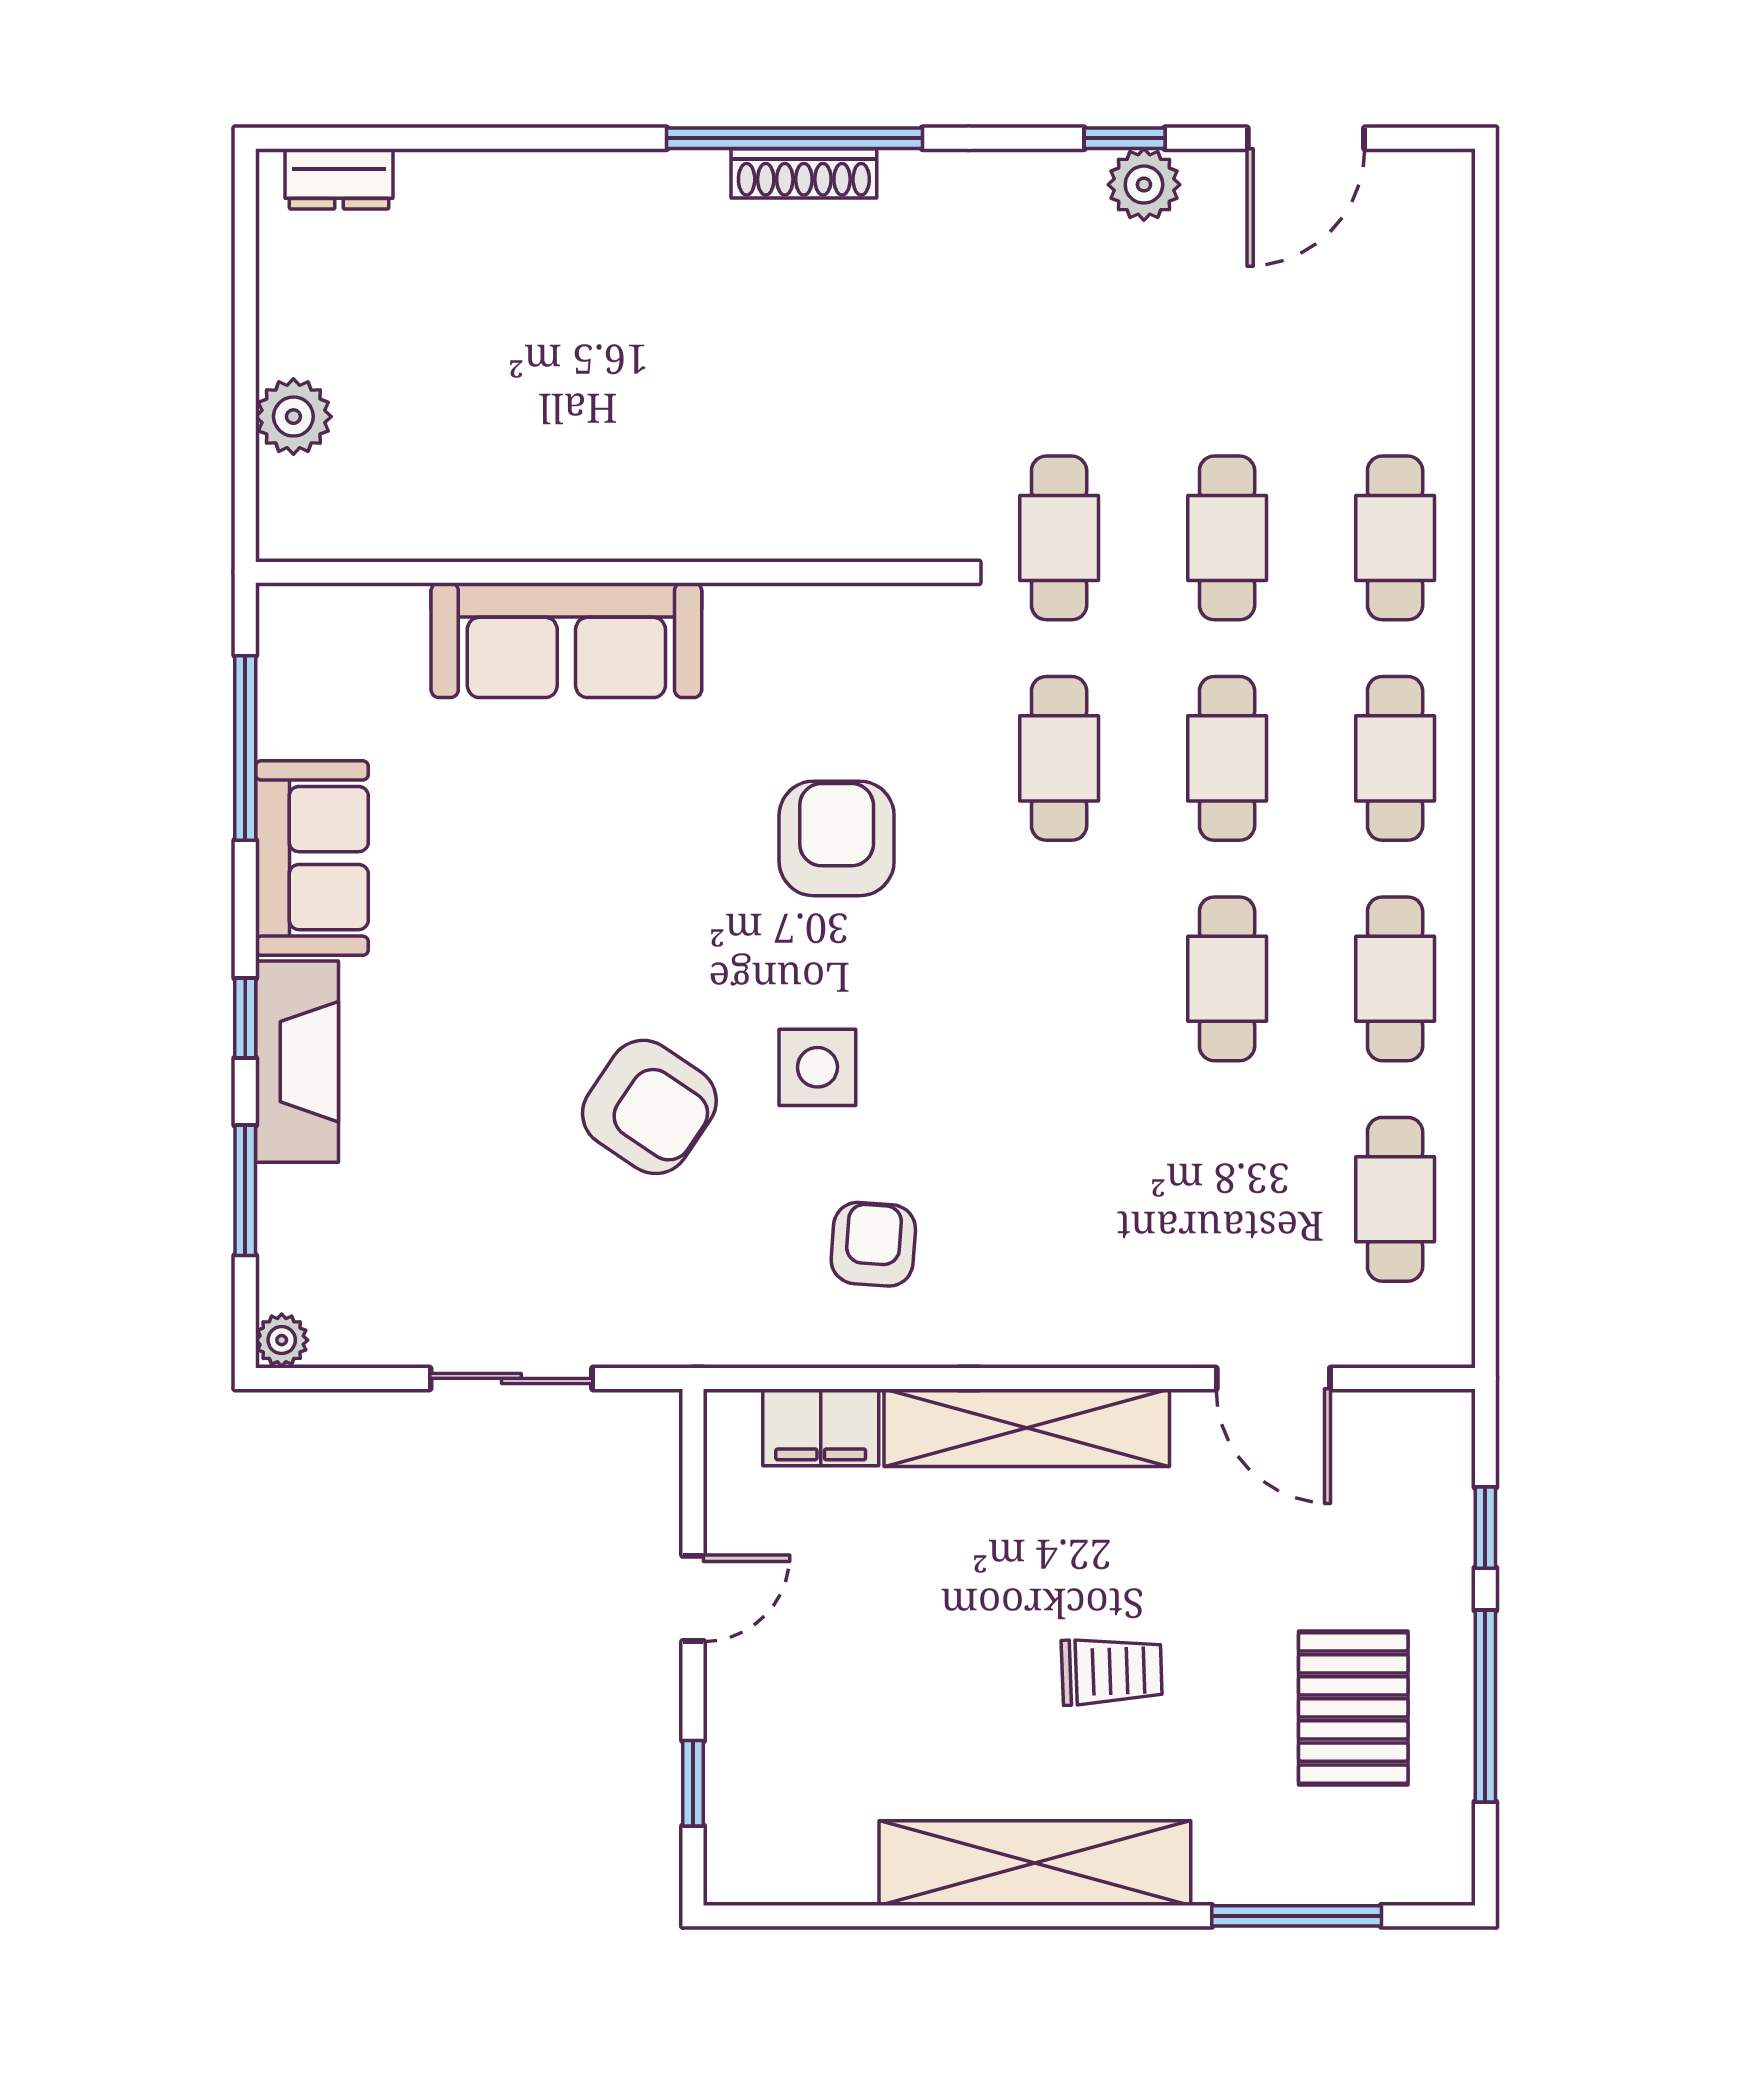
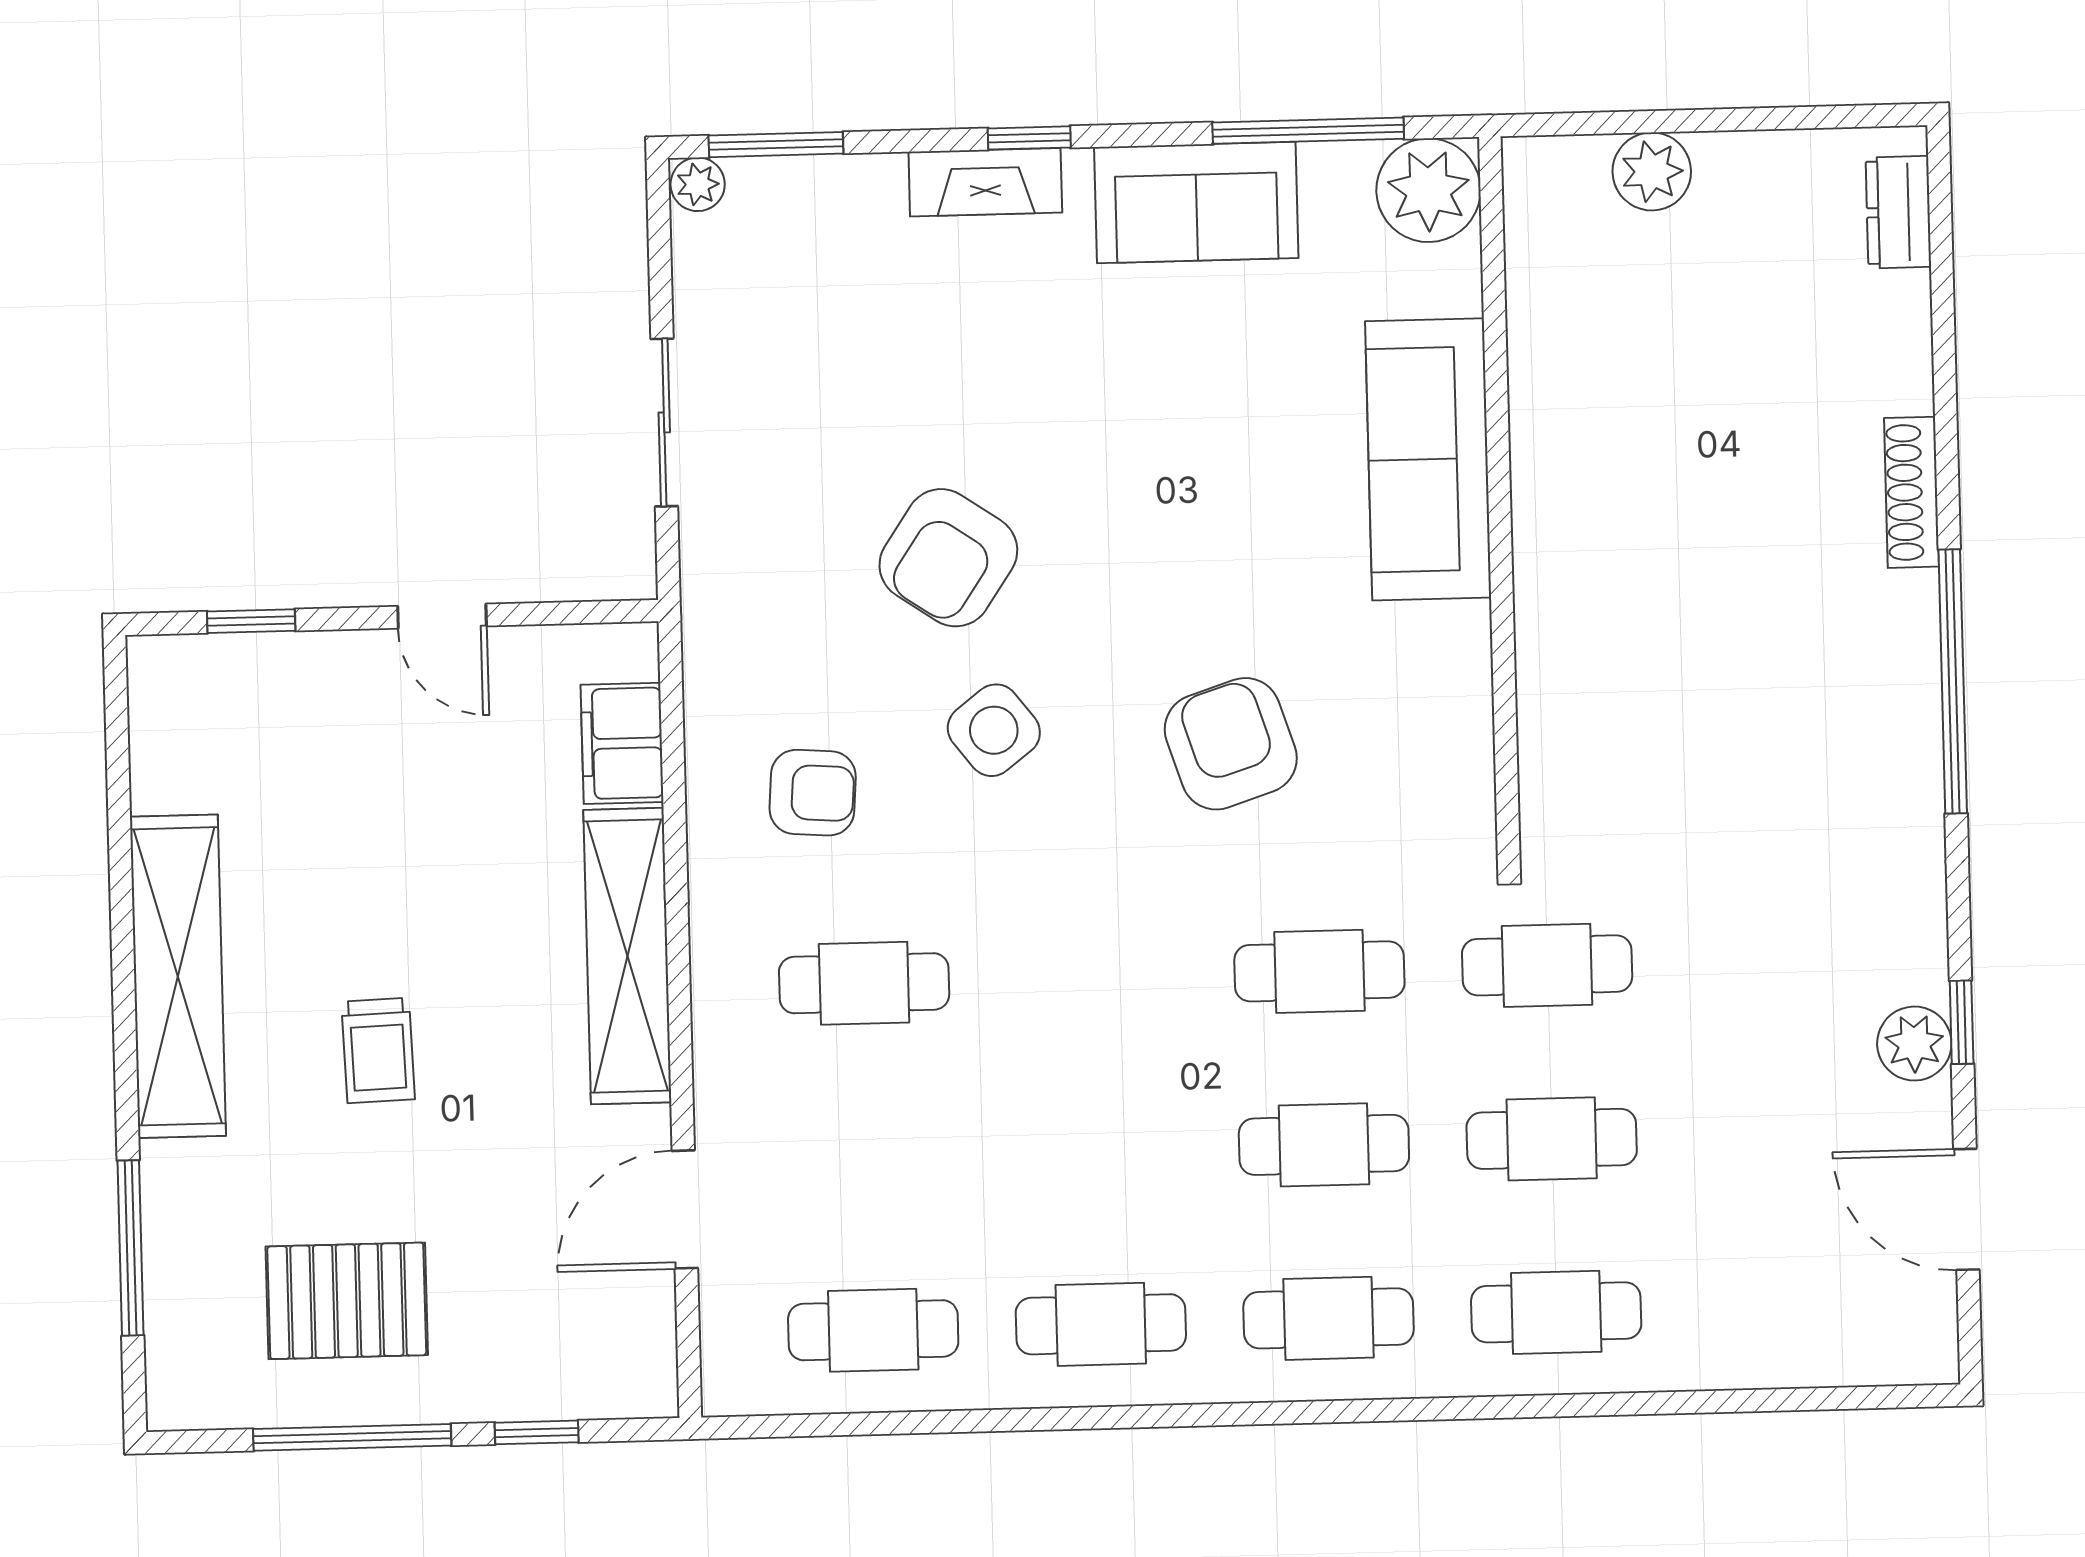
shoe rack: (804, 173) -> (1911, 492), moved
plant: (306, 633) -> (1428, 190), added
armchair: (837, 838) -> (1231, 744), turned -108
cafe table: (1227, 979) -> (864, 983), moved
fireplace: (297, 1062) -> (985, 182), width x0.73, depth x0.76
side table: (817, 1067) -> (994, 730), turned -38
window: (245, 1190) -> (776, 145), moved

